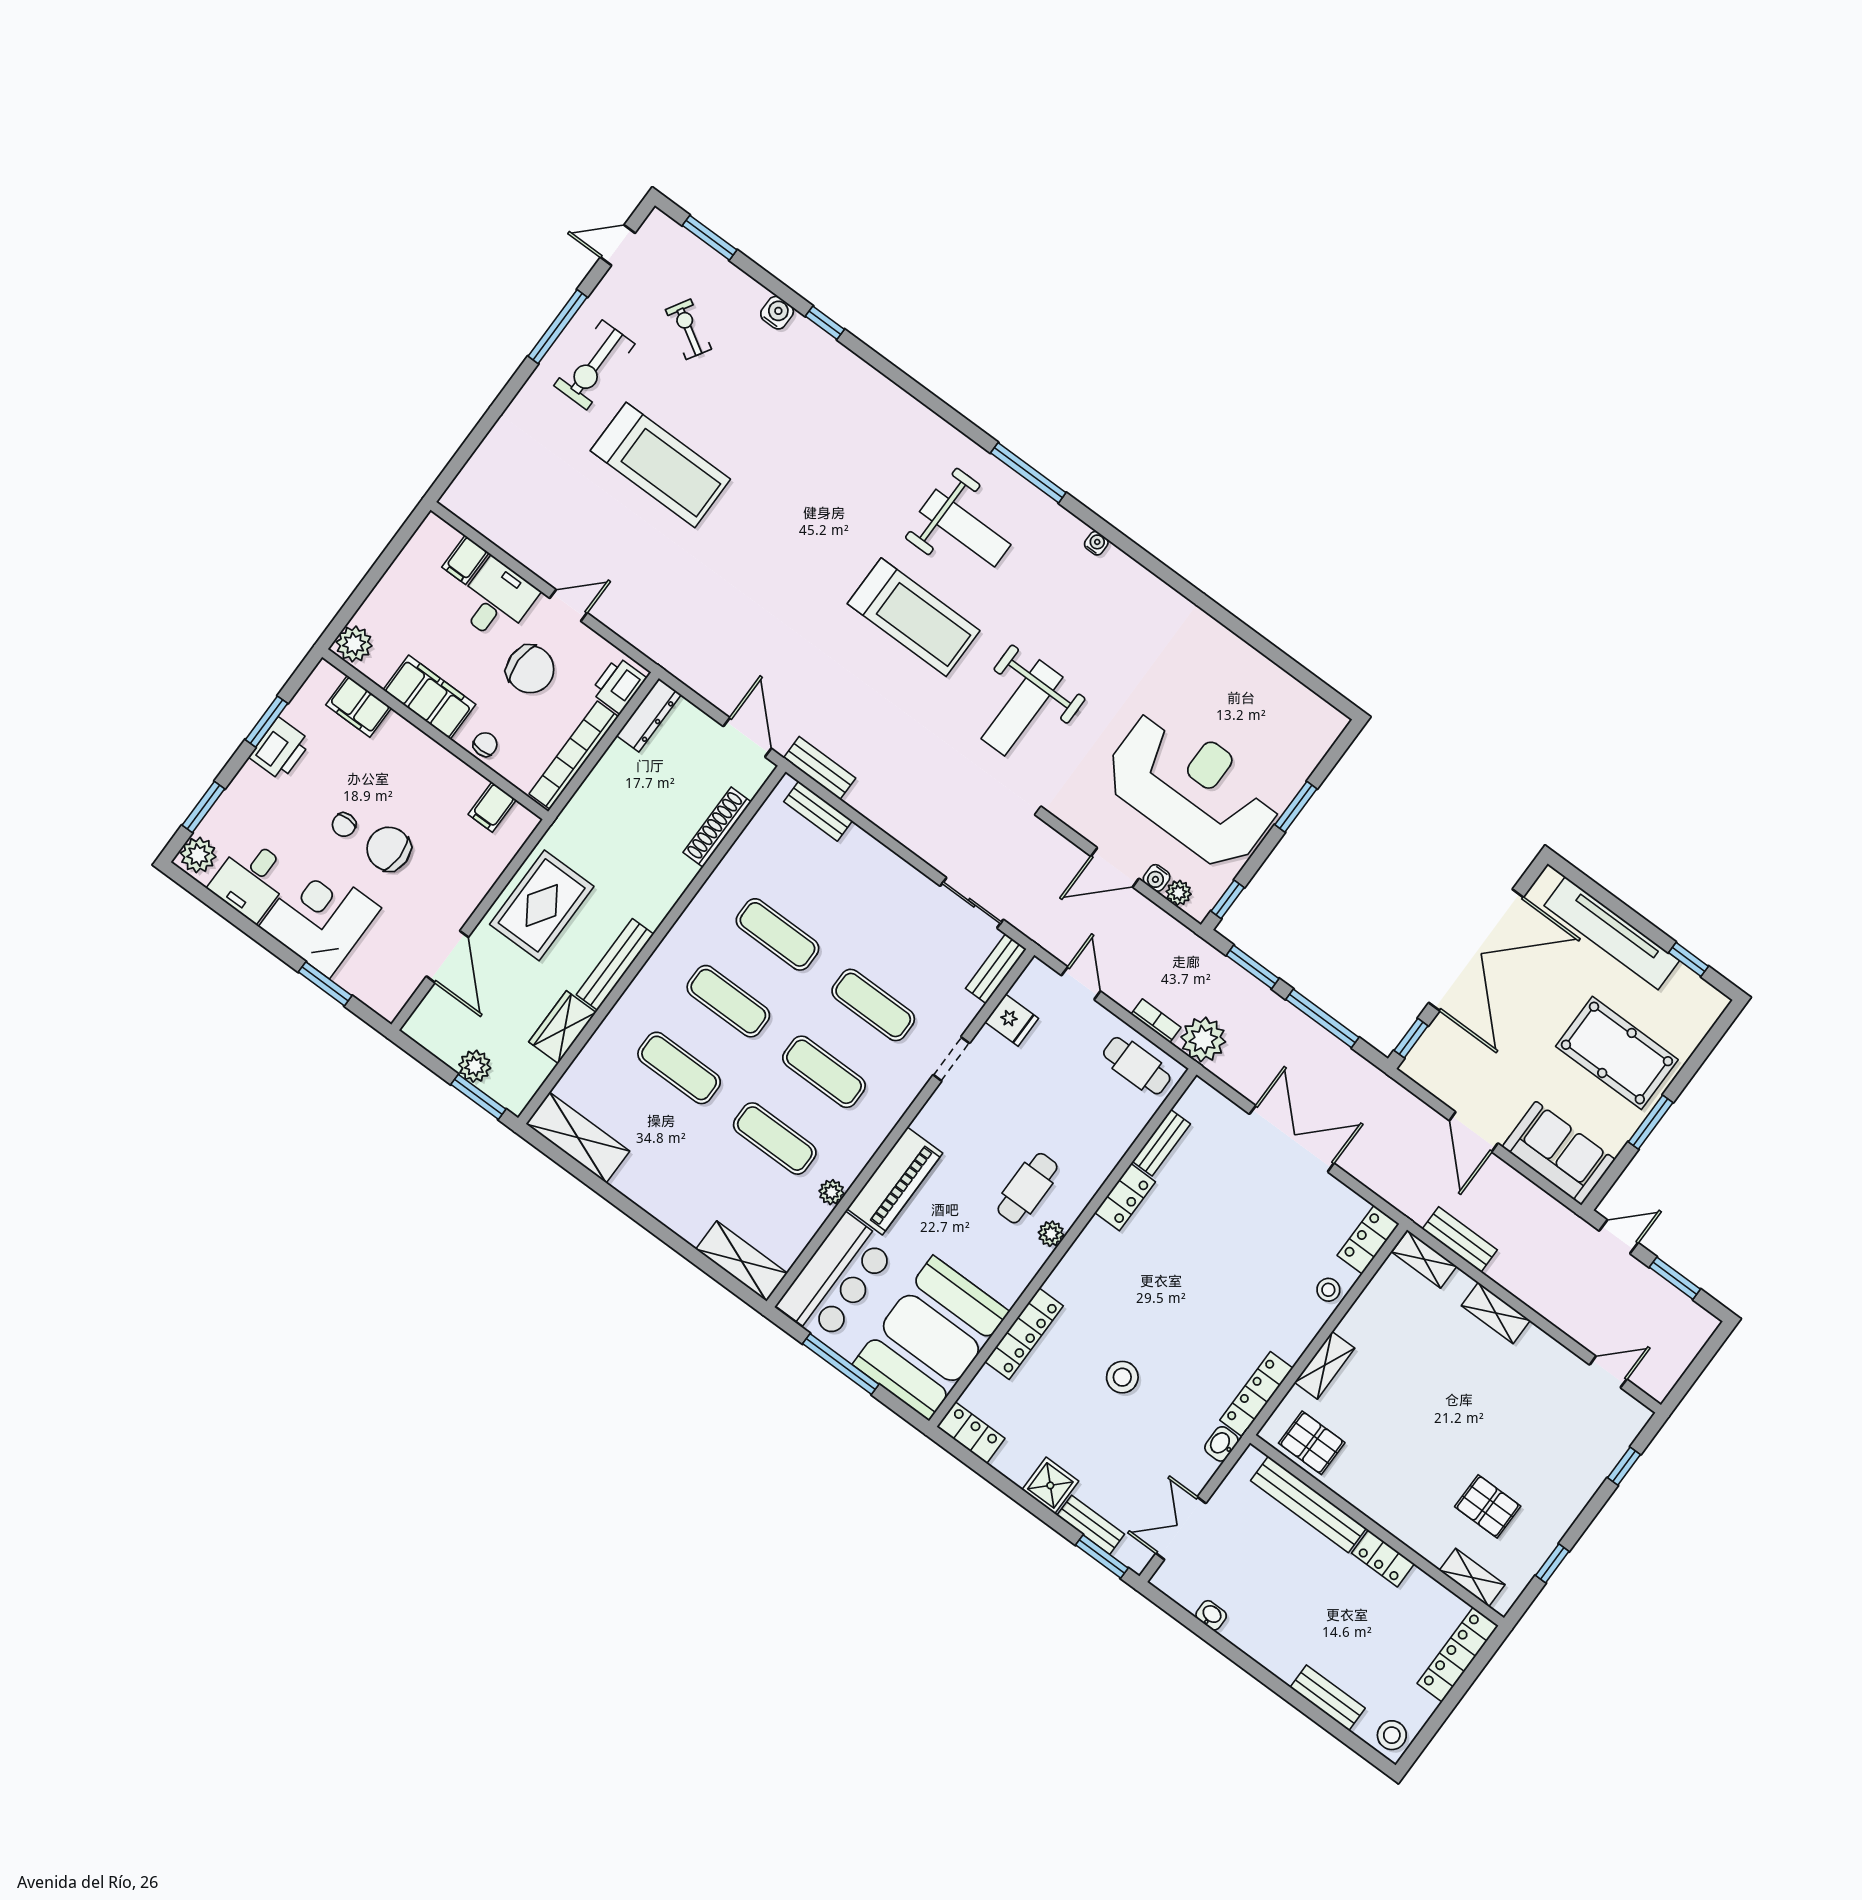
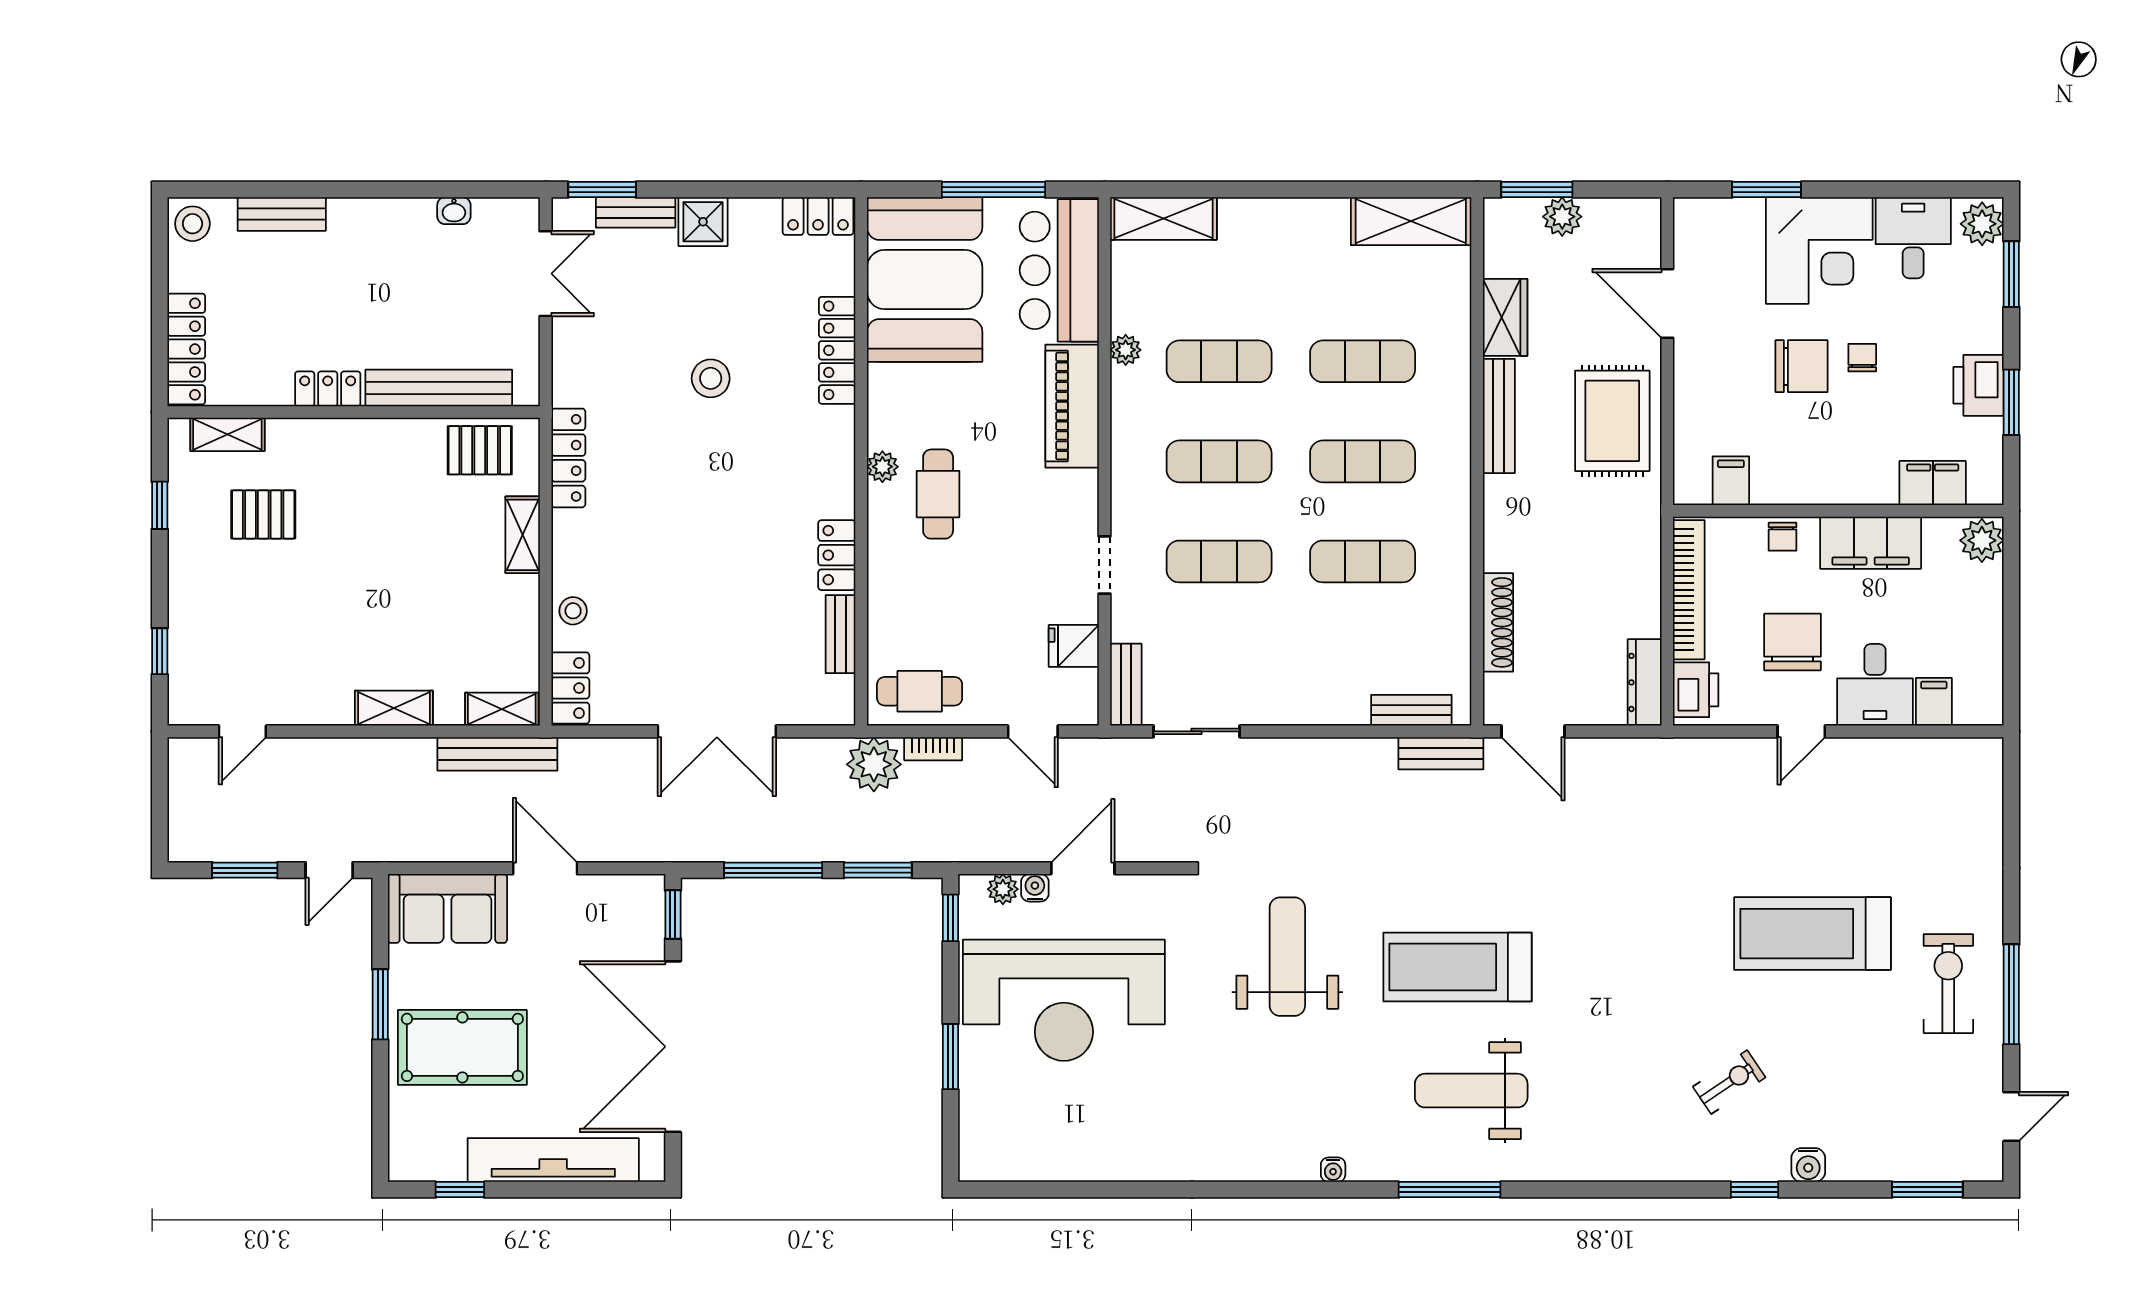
exercise bike: (688, 329) -> (1729, 1082), moved, turned -65
chair: (530, 669) -> (1793, 642), turned 90
bench: (1460, 1239) -> (497, 754), width x1.36
washbasin: (1221, 1444) -> (567, 385), removed

